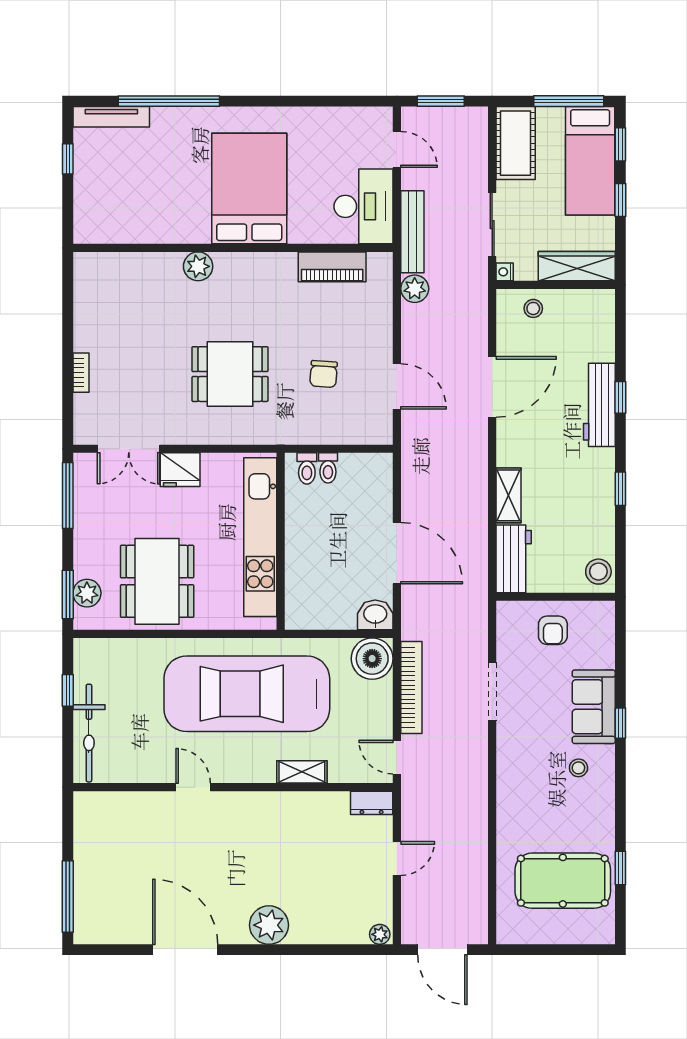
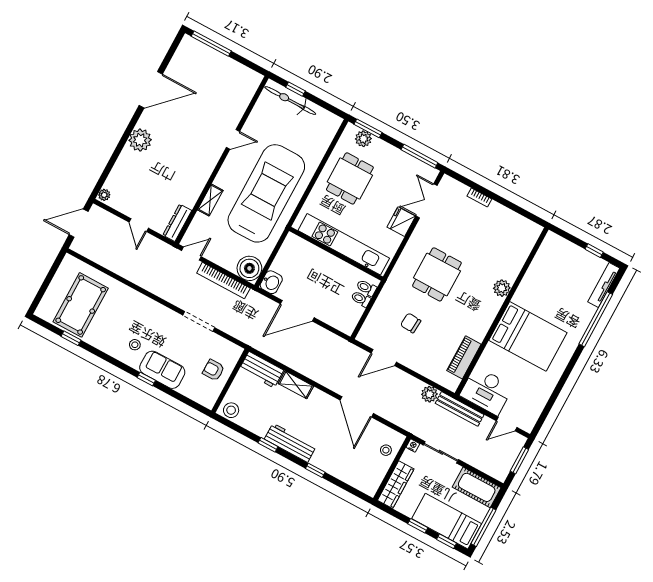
workbench: (599, 405) -> (290, 443), moved
dining table: (157, 581) -> (350, 178), width x0.73
window: (68, 690) -> (295, 89), moved
dresser: (372, 803) -> (177, 223), width x1.44

